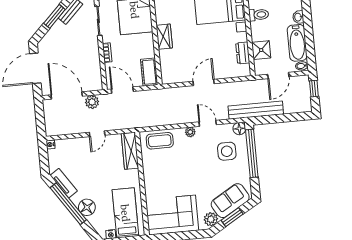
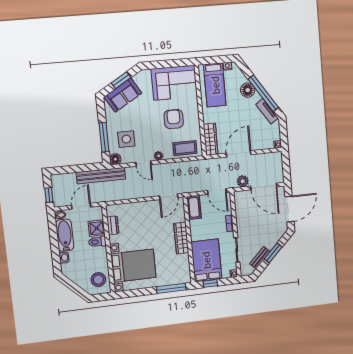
toilet: (259, 15) -> (97, 242), moved
wardrobe: (164, 37) -> (181, 238), width x1.50
door: (204, 83) -> (169, 197), moved
door: (97, 134) -> (239, 154), width x1.88
window: (252, 153) -> (104, 137), width x0.68
armchair: (173, 174) -> (174, 119), added
plant: (211, 219) -> (140, 79), removed

